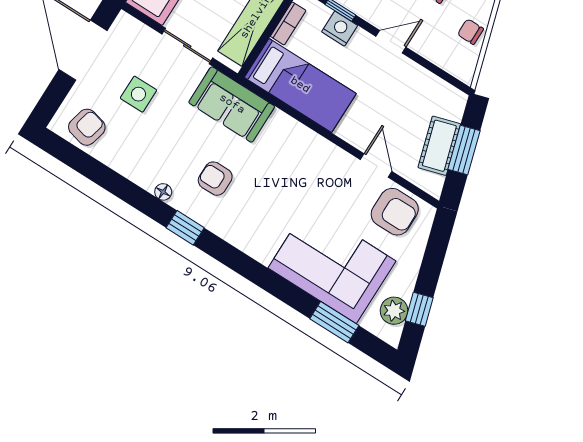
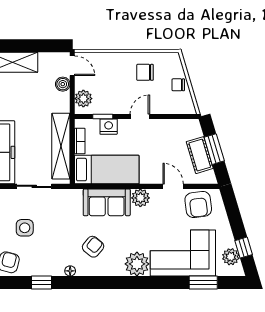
sofa: (232, 104) -> (107, 202), moved
plant: (322, 153) -> (140, 198), added
armchair: (215, 179) -> (93, 247), turned 130
armchair: (395, 212) -> (198, 204), turned 83
window: (185, 228) -> (42, 282), moved
plant: (260, 240) -> (137, 264), added

